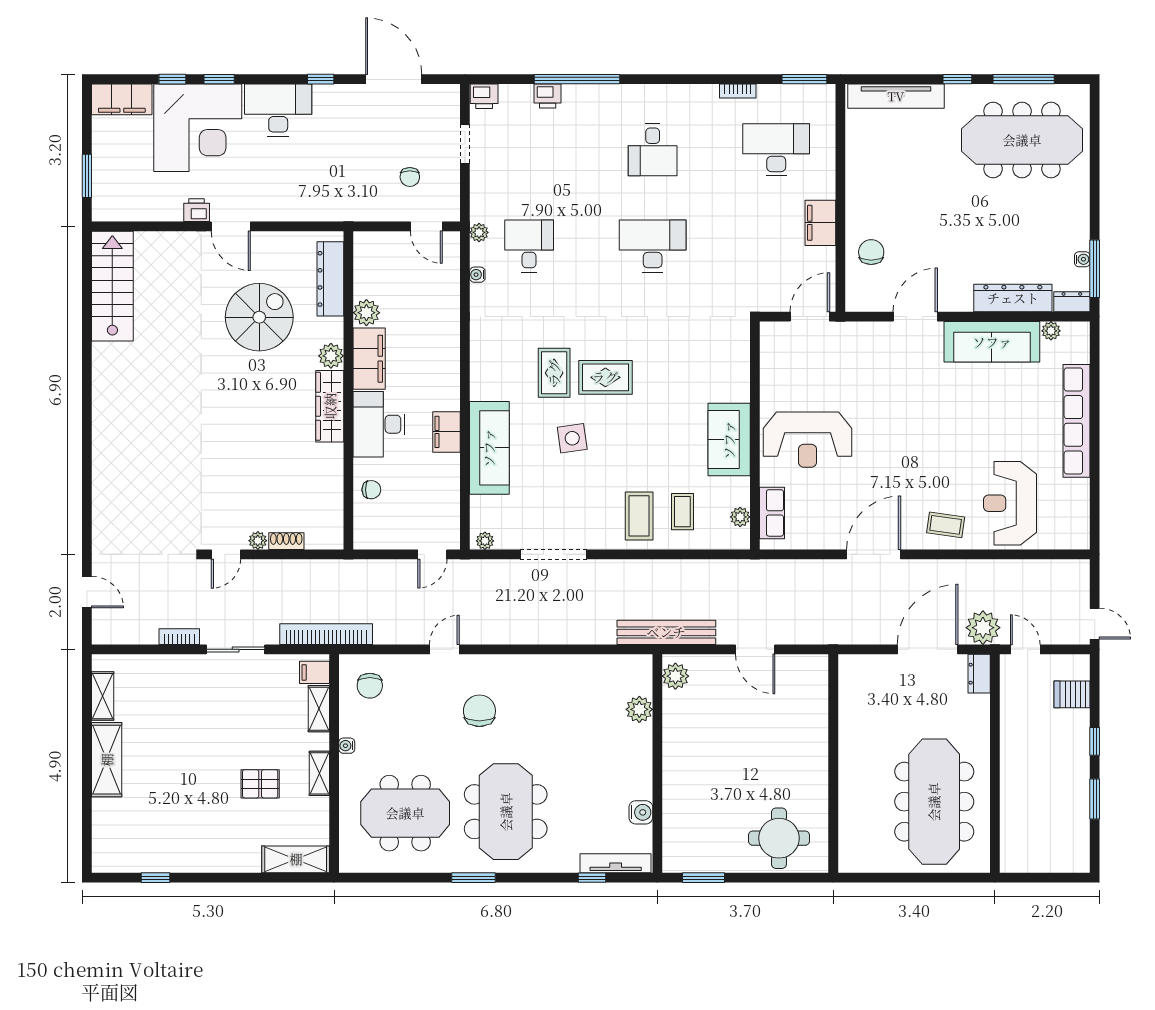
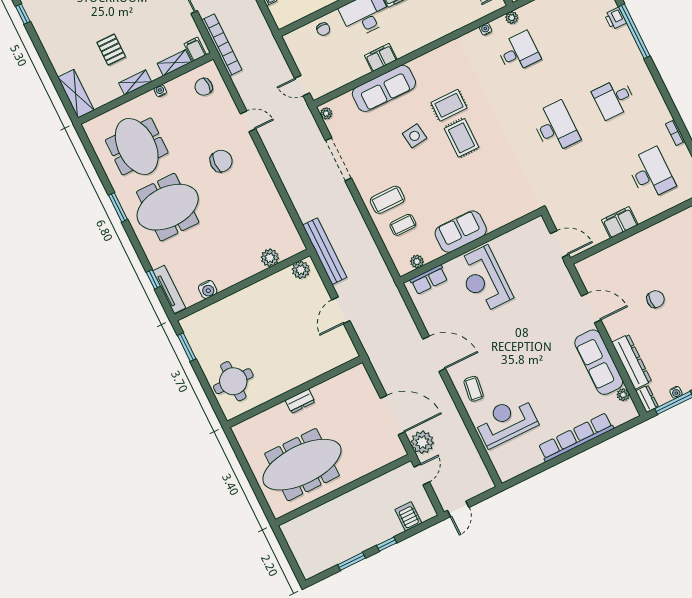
chair: (871, 252) -> (656, 299), moved
dresser: (979, 674) -> (300, 401), moved, turned 180

